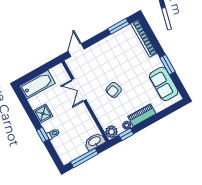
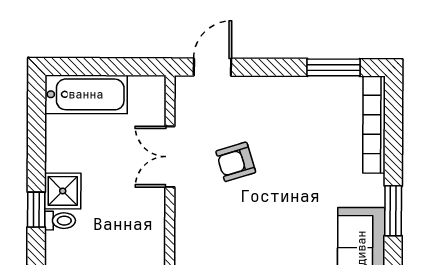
armchair: (114, 90) -> (236, 162), moved
shower: (43, 114) -> (63, 191), moved

